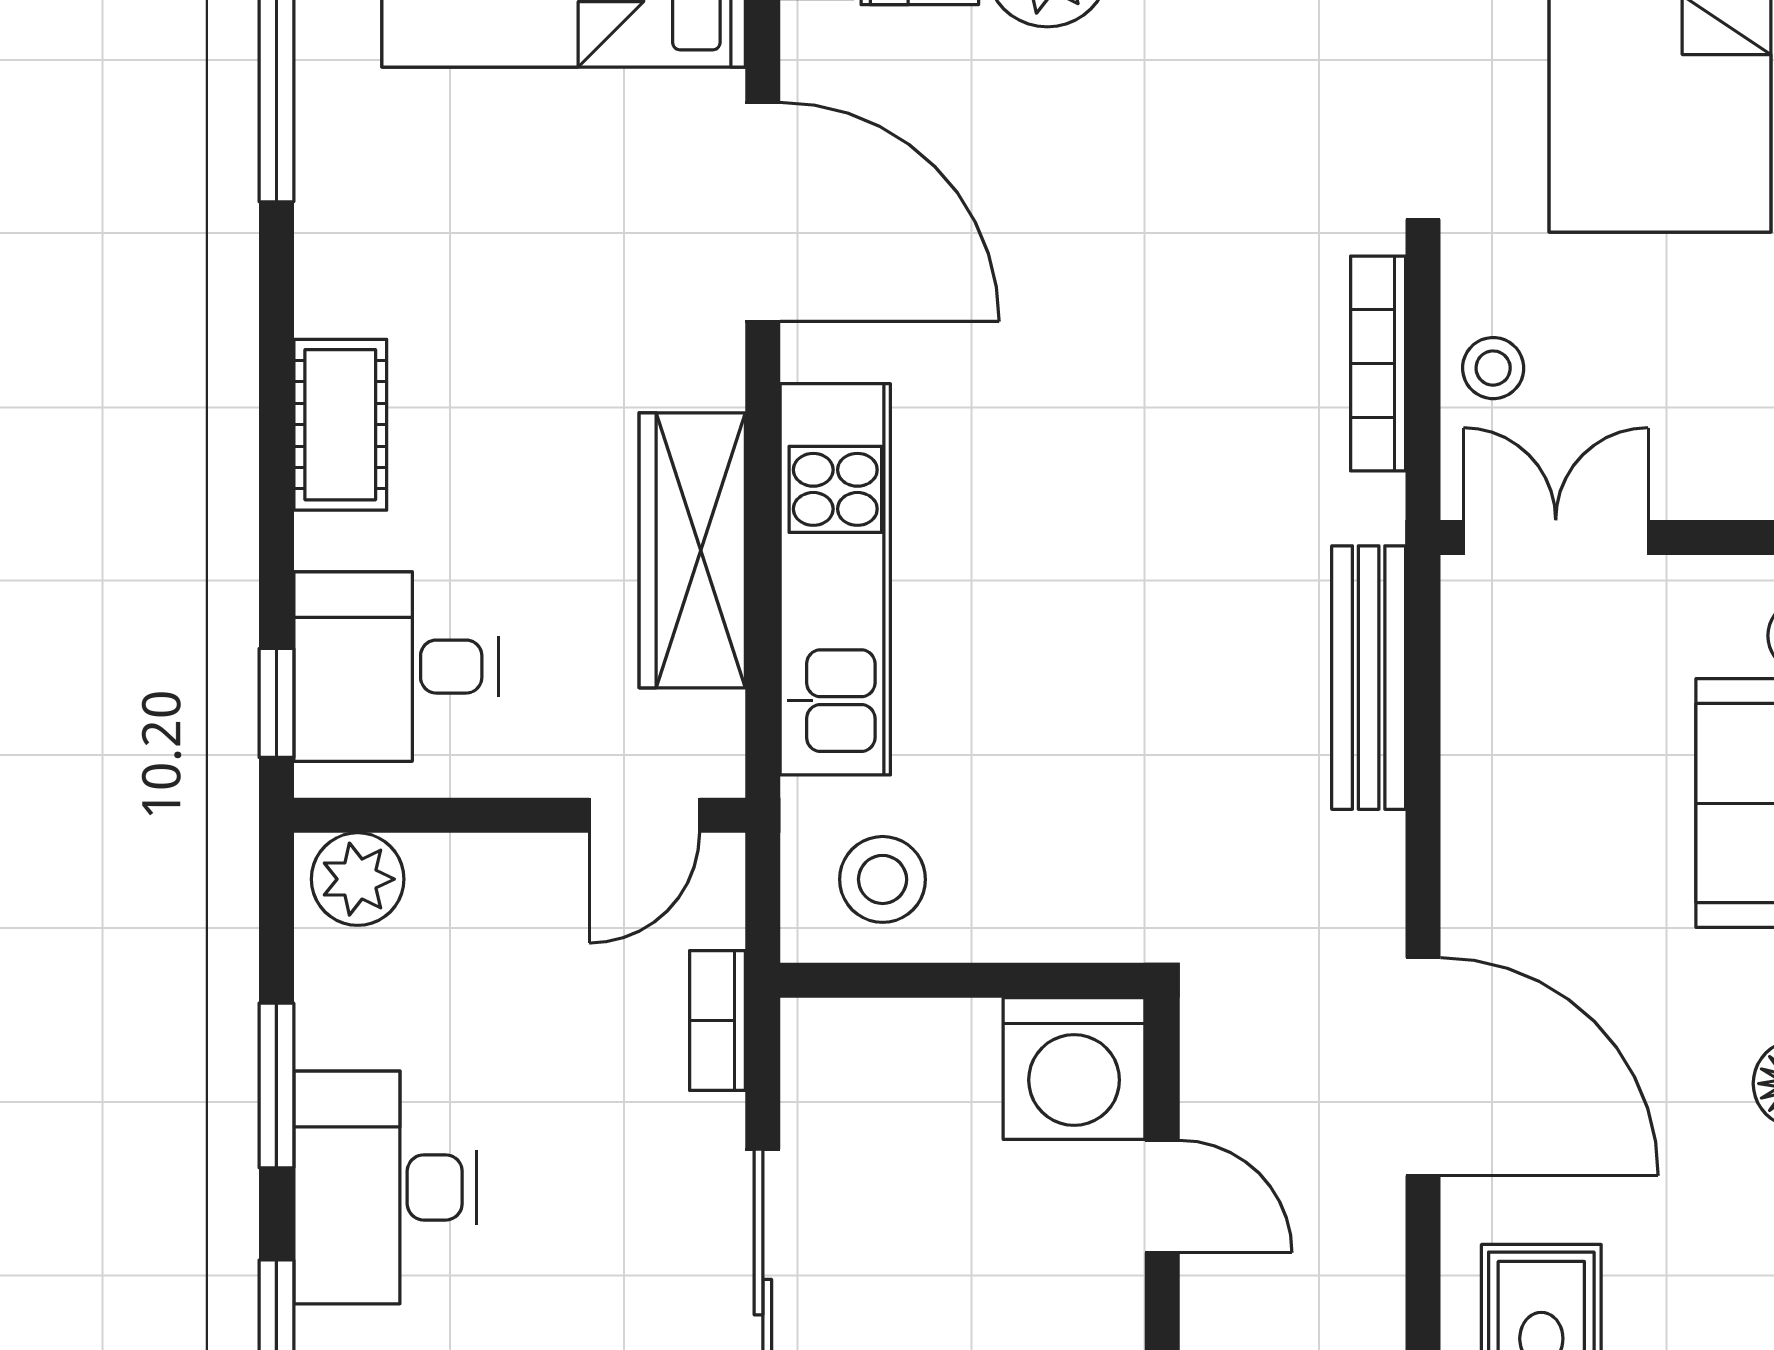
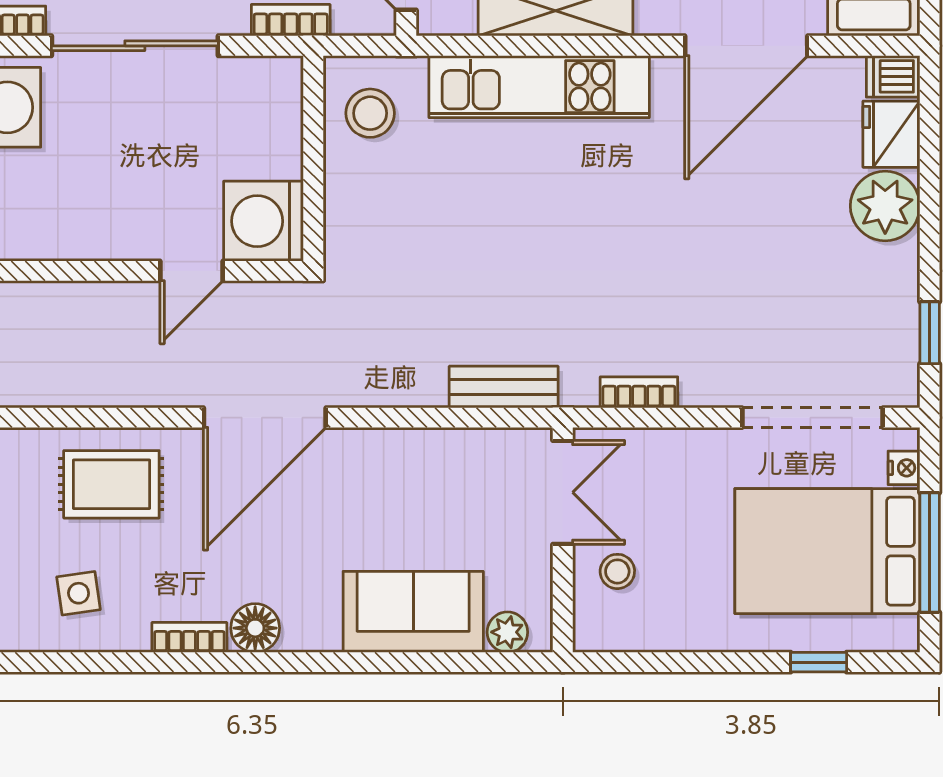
bookcase: (1378, 363) -> (639, 392), width x0.64
stool: (1493, 368) -> (617, 571), moved
bench: (1369, 678) -> (504, 387), width x0.73

